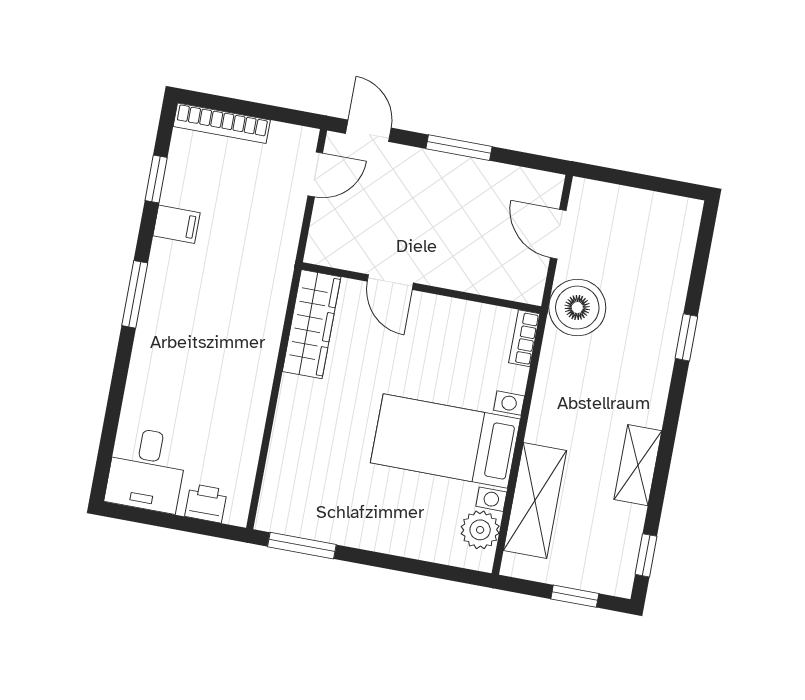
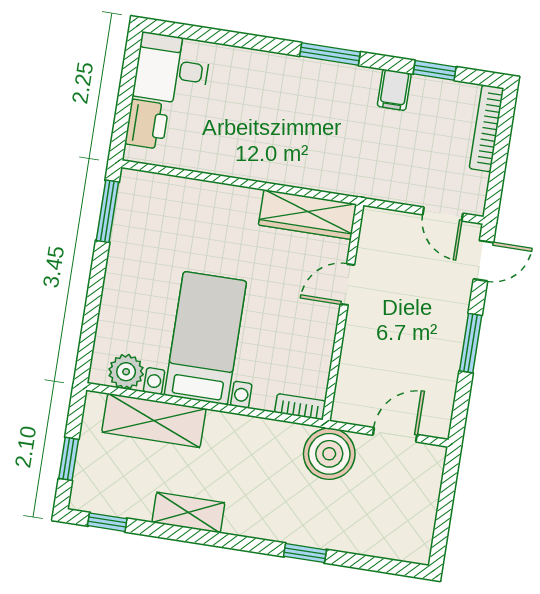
printer: (206, 503) -> (147, 124), width x1.36, depth x1.24

